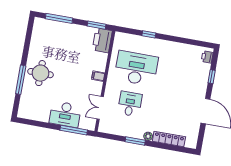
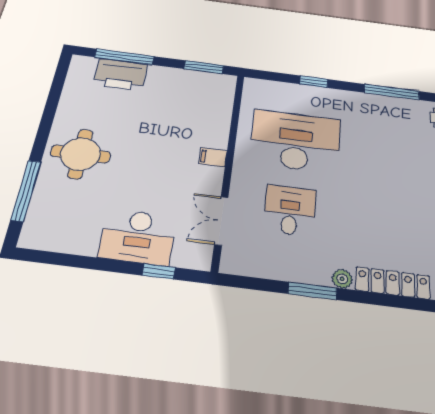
printer: (102, 40) -> (121, 74), moved, turned -90
window: (186, 41) -> (392, 92), added
window: (21, 80) -> (26, 190), moved
window: (74, 130) -> (159, 271), width x0.46

